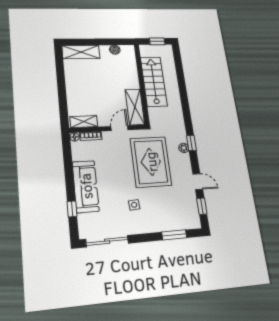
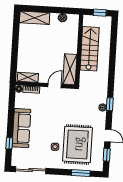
rug: (151, 162) -> (77, 144), moved

